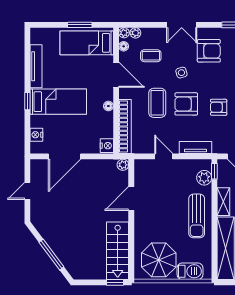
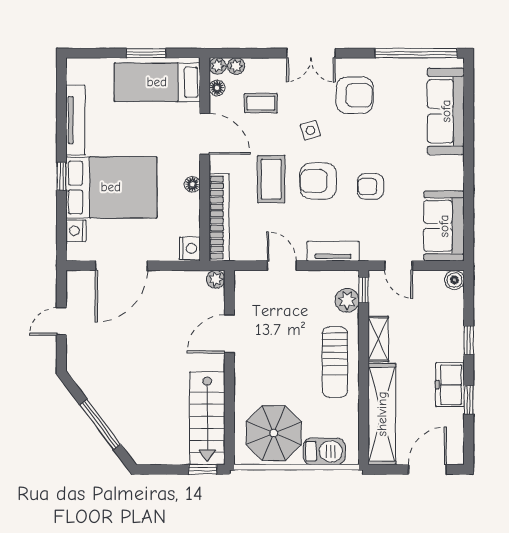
bed: (58, 102) -> (111, 187), width x1.50

